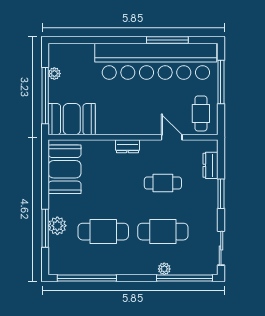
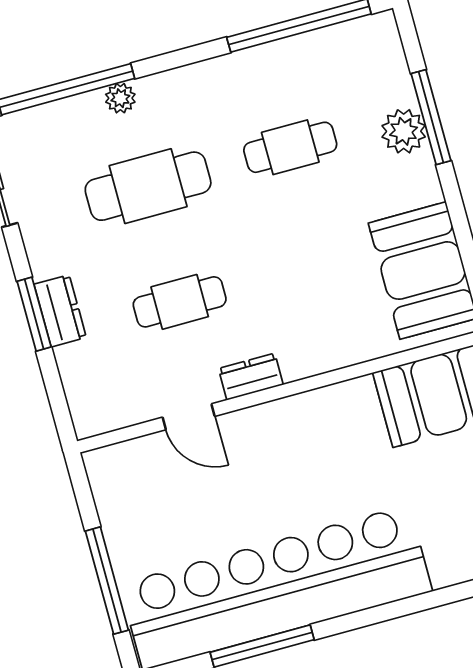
cafe table: (201, 113) -> (134, 493), removed
dresser: (127, 146) -> (251, 377), moved
dresser: (210, 165) -> (60, 311), moved
cafe table: (103, 232) -> (290, 147), width x0.73, depth x0.74

